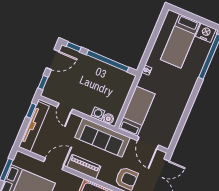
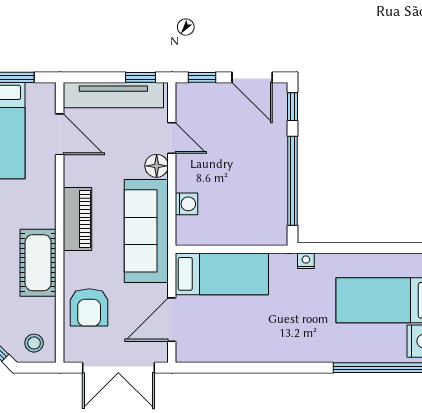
door: (65, 108) -> (172, 138), swing flipped
boiler: (108, 119) -> (186, 227), removed
floor lamp: (75, 120) -> (157, 166), added
door: (54, 164) -> (60, 134), moved

